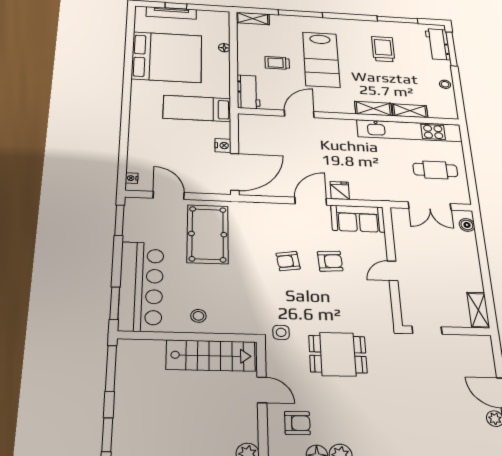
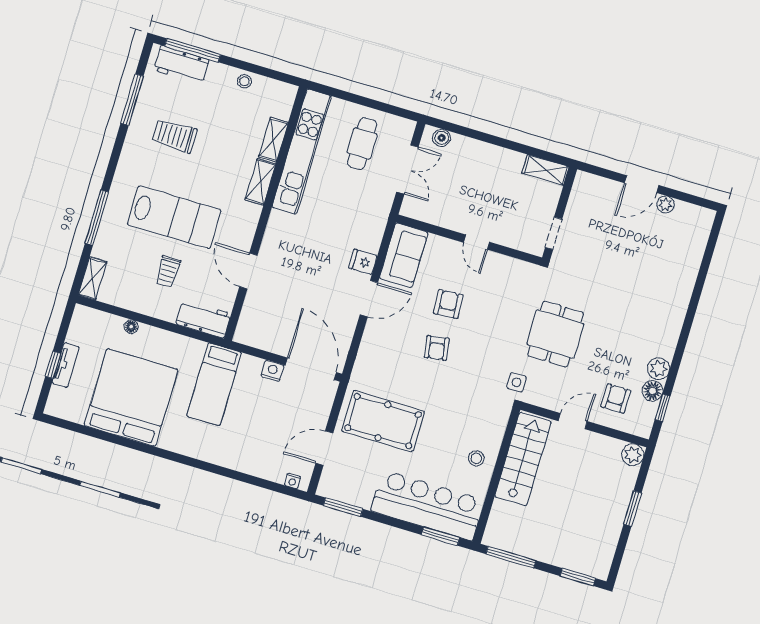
tv unit: (171, 13) -> (66, 365), width x0.71
door: (311, 201) -> (369, 299), swing flipped

